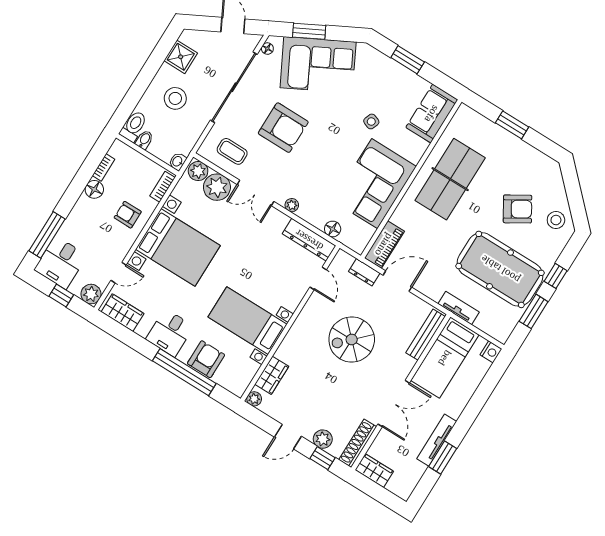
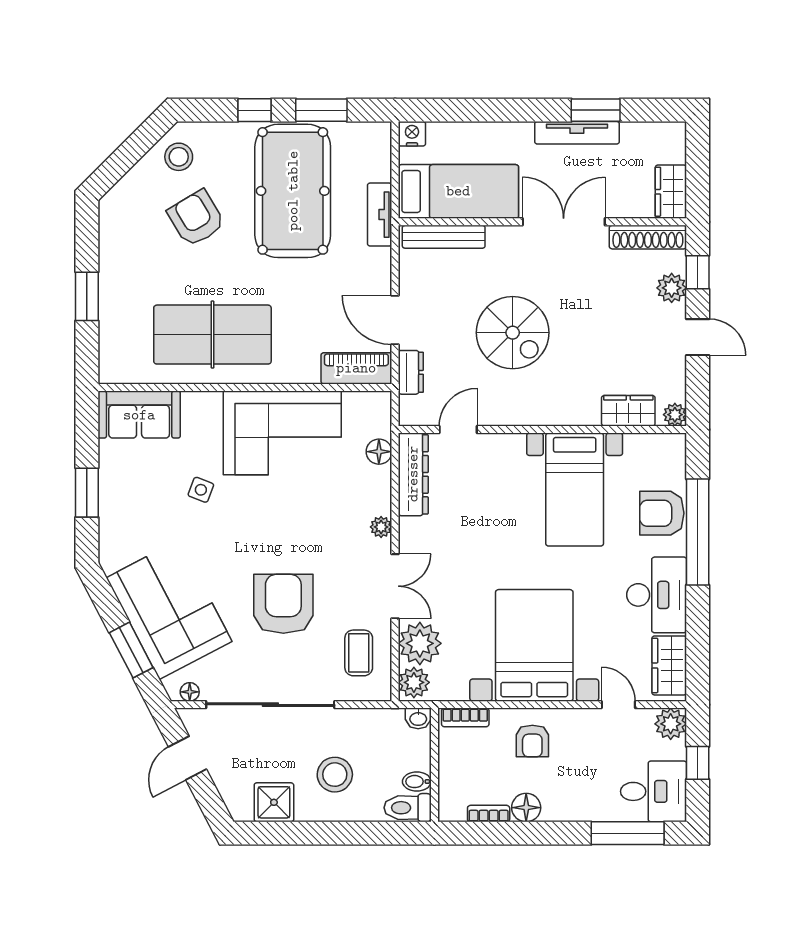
desk: (170, 333) -> (657, 595), width x1.37

